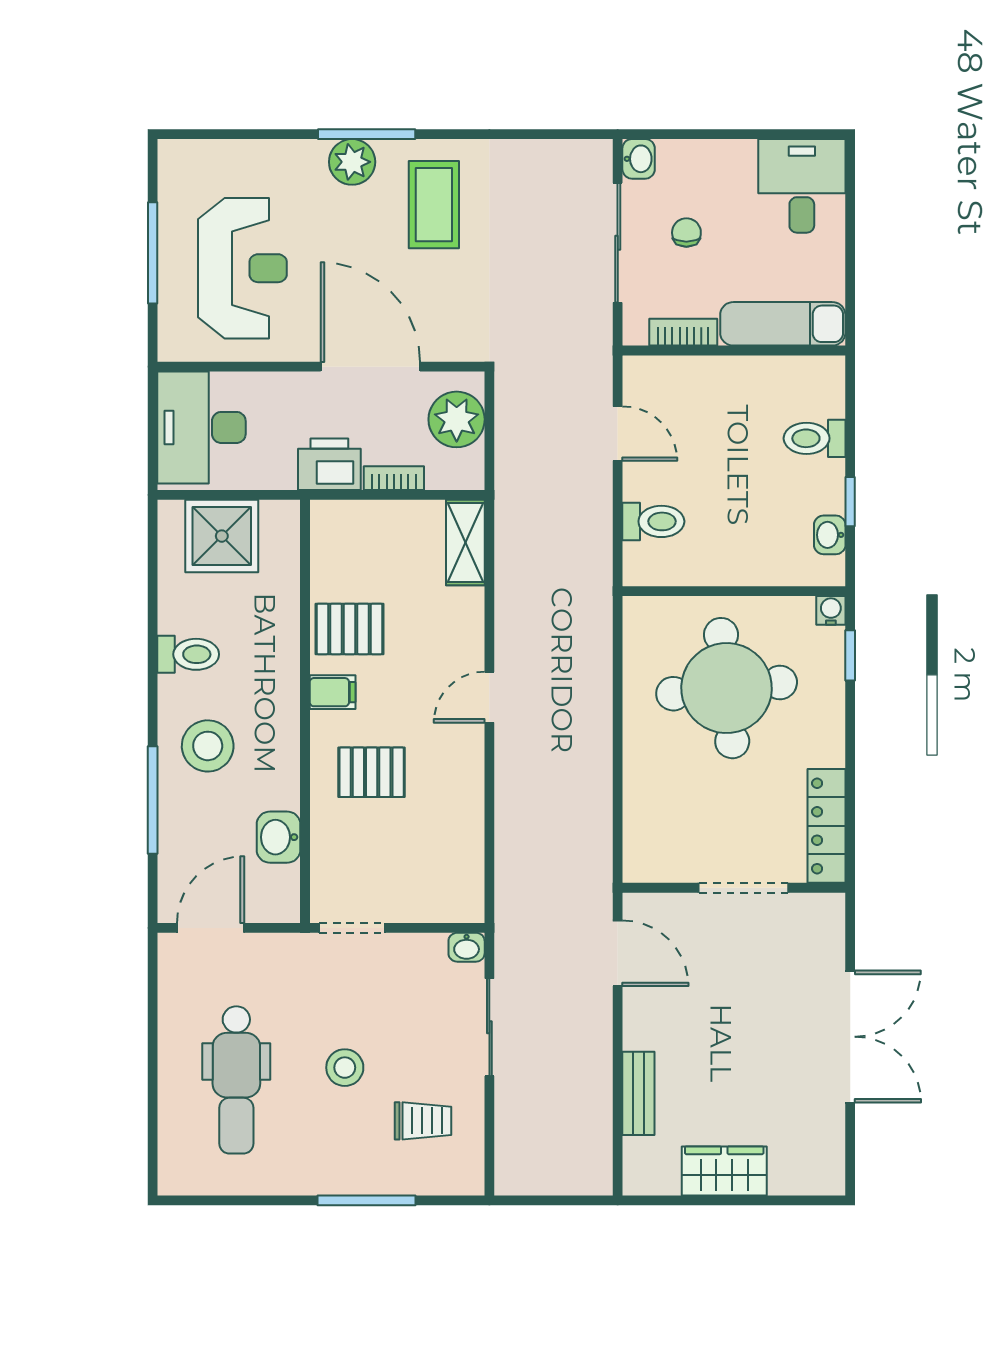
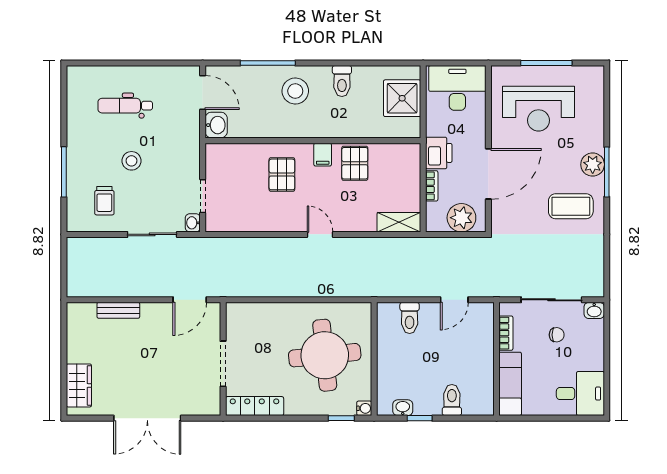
washbasin: (278, 837) -> (216, 125), moved, turned 90
doorway: (352, 928) -> (203, 196), moved
dental chair: (236, 1080) -> (125, 106), width x0.73, depth x0.72
wardrobe: (724, 1171) -> (79, 385), moved

